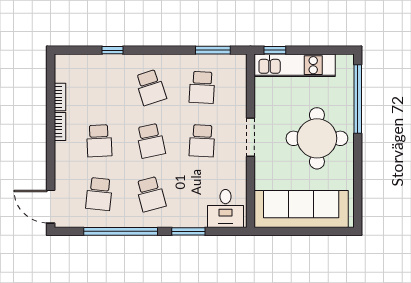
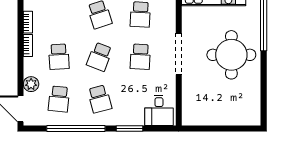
doorway: (250, 137) -> (179, 54), width x1.36
school desk: (151, 141) -> (100, 57), turned 33
plant: (64, 175) -> (31, 84), added
sofa: (301, 209) -> (219, 111), removed

